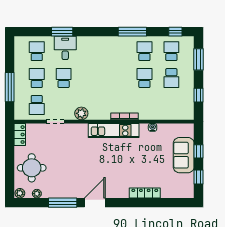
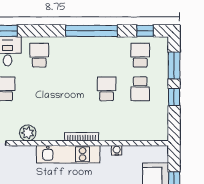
window: (132, 32) -> (92, 31), width x1.46
school desk: (144, 51) -> (39, 55), moved
window: (198, 95) -> (174, 97), moved

